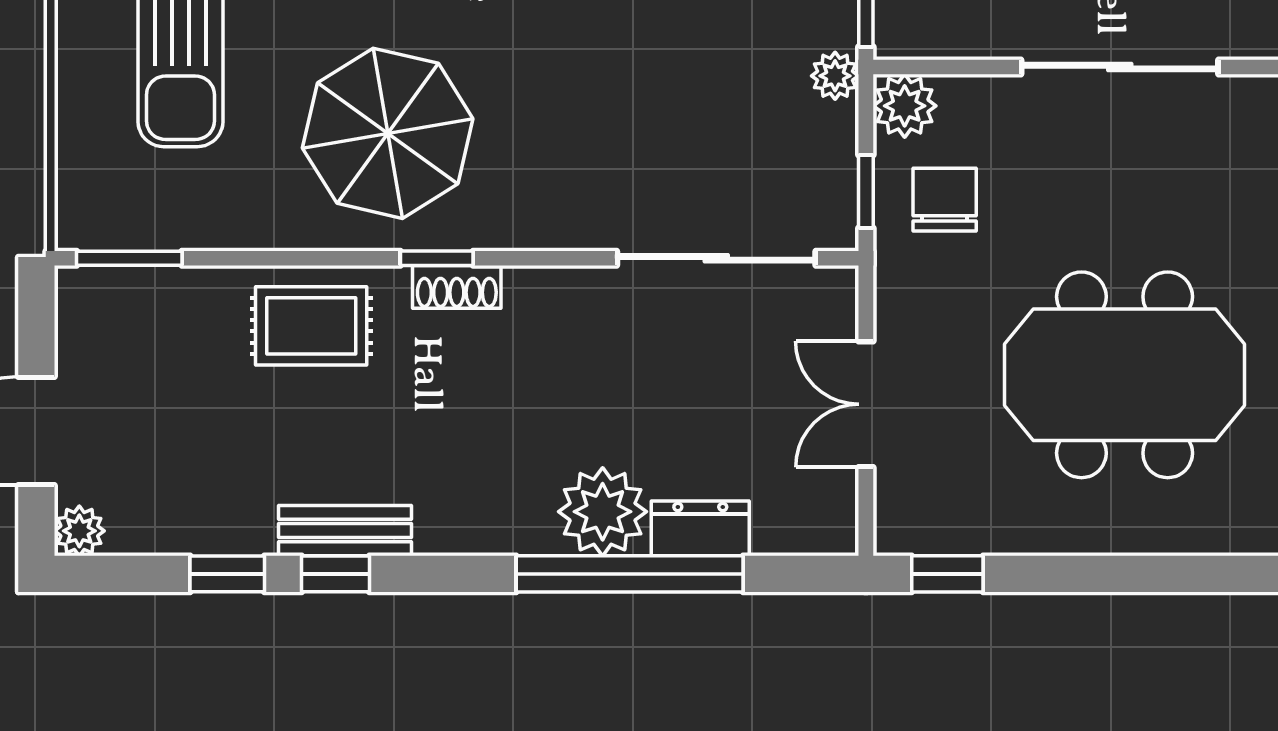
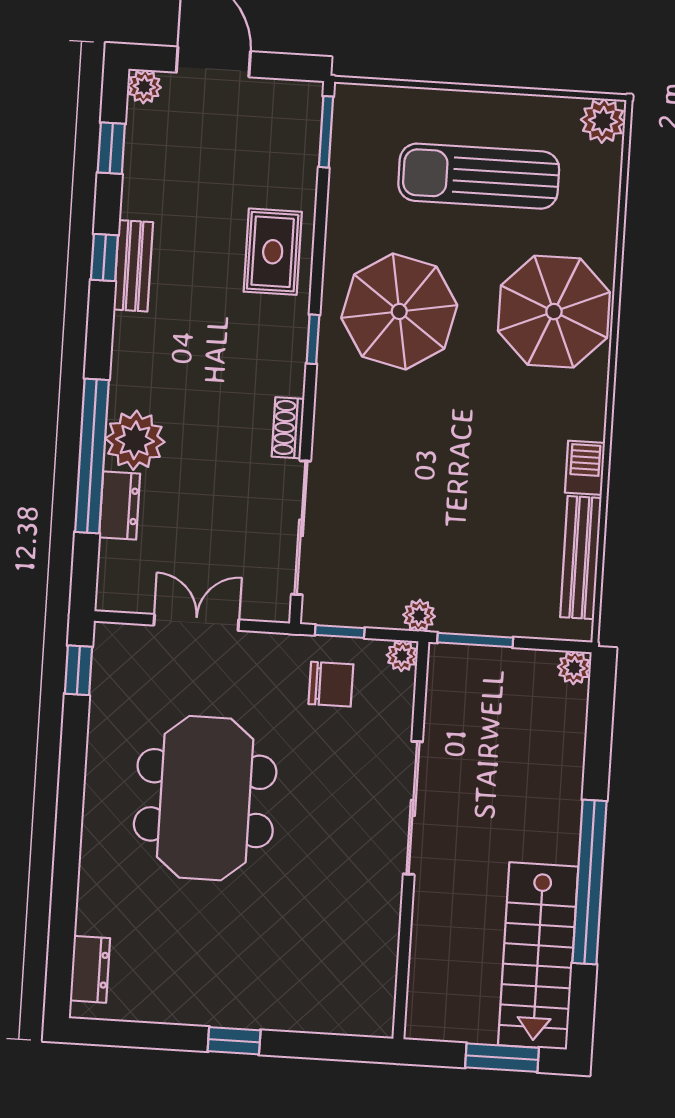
plant: (905, 106) -> (402, 656), width x0.73, depth x0.73
shoe rack: (457, 287) -> (288, 428), moved
window: (227, 574) -> (111, 148), moved

